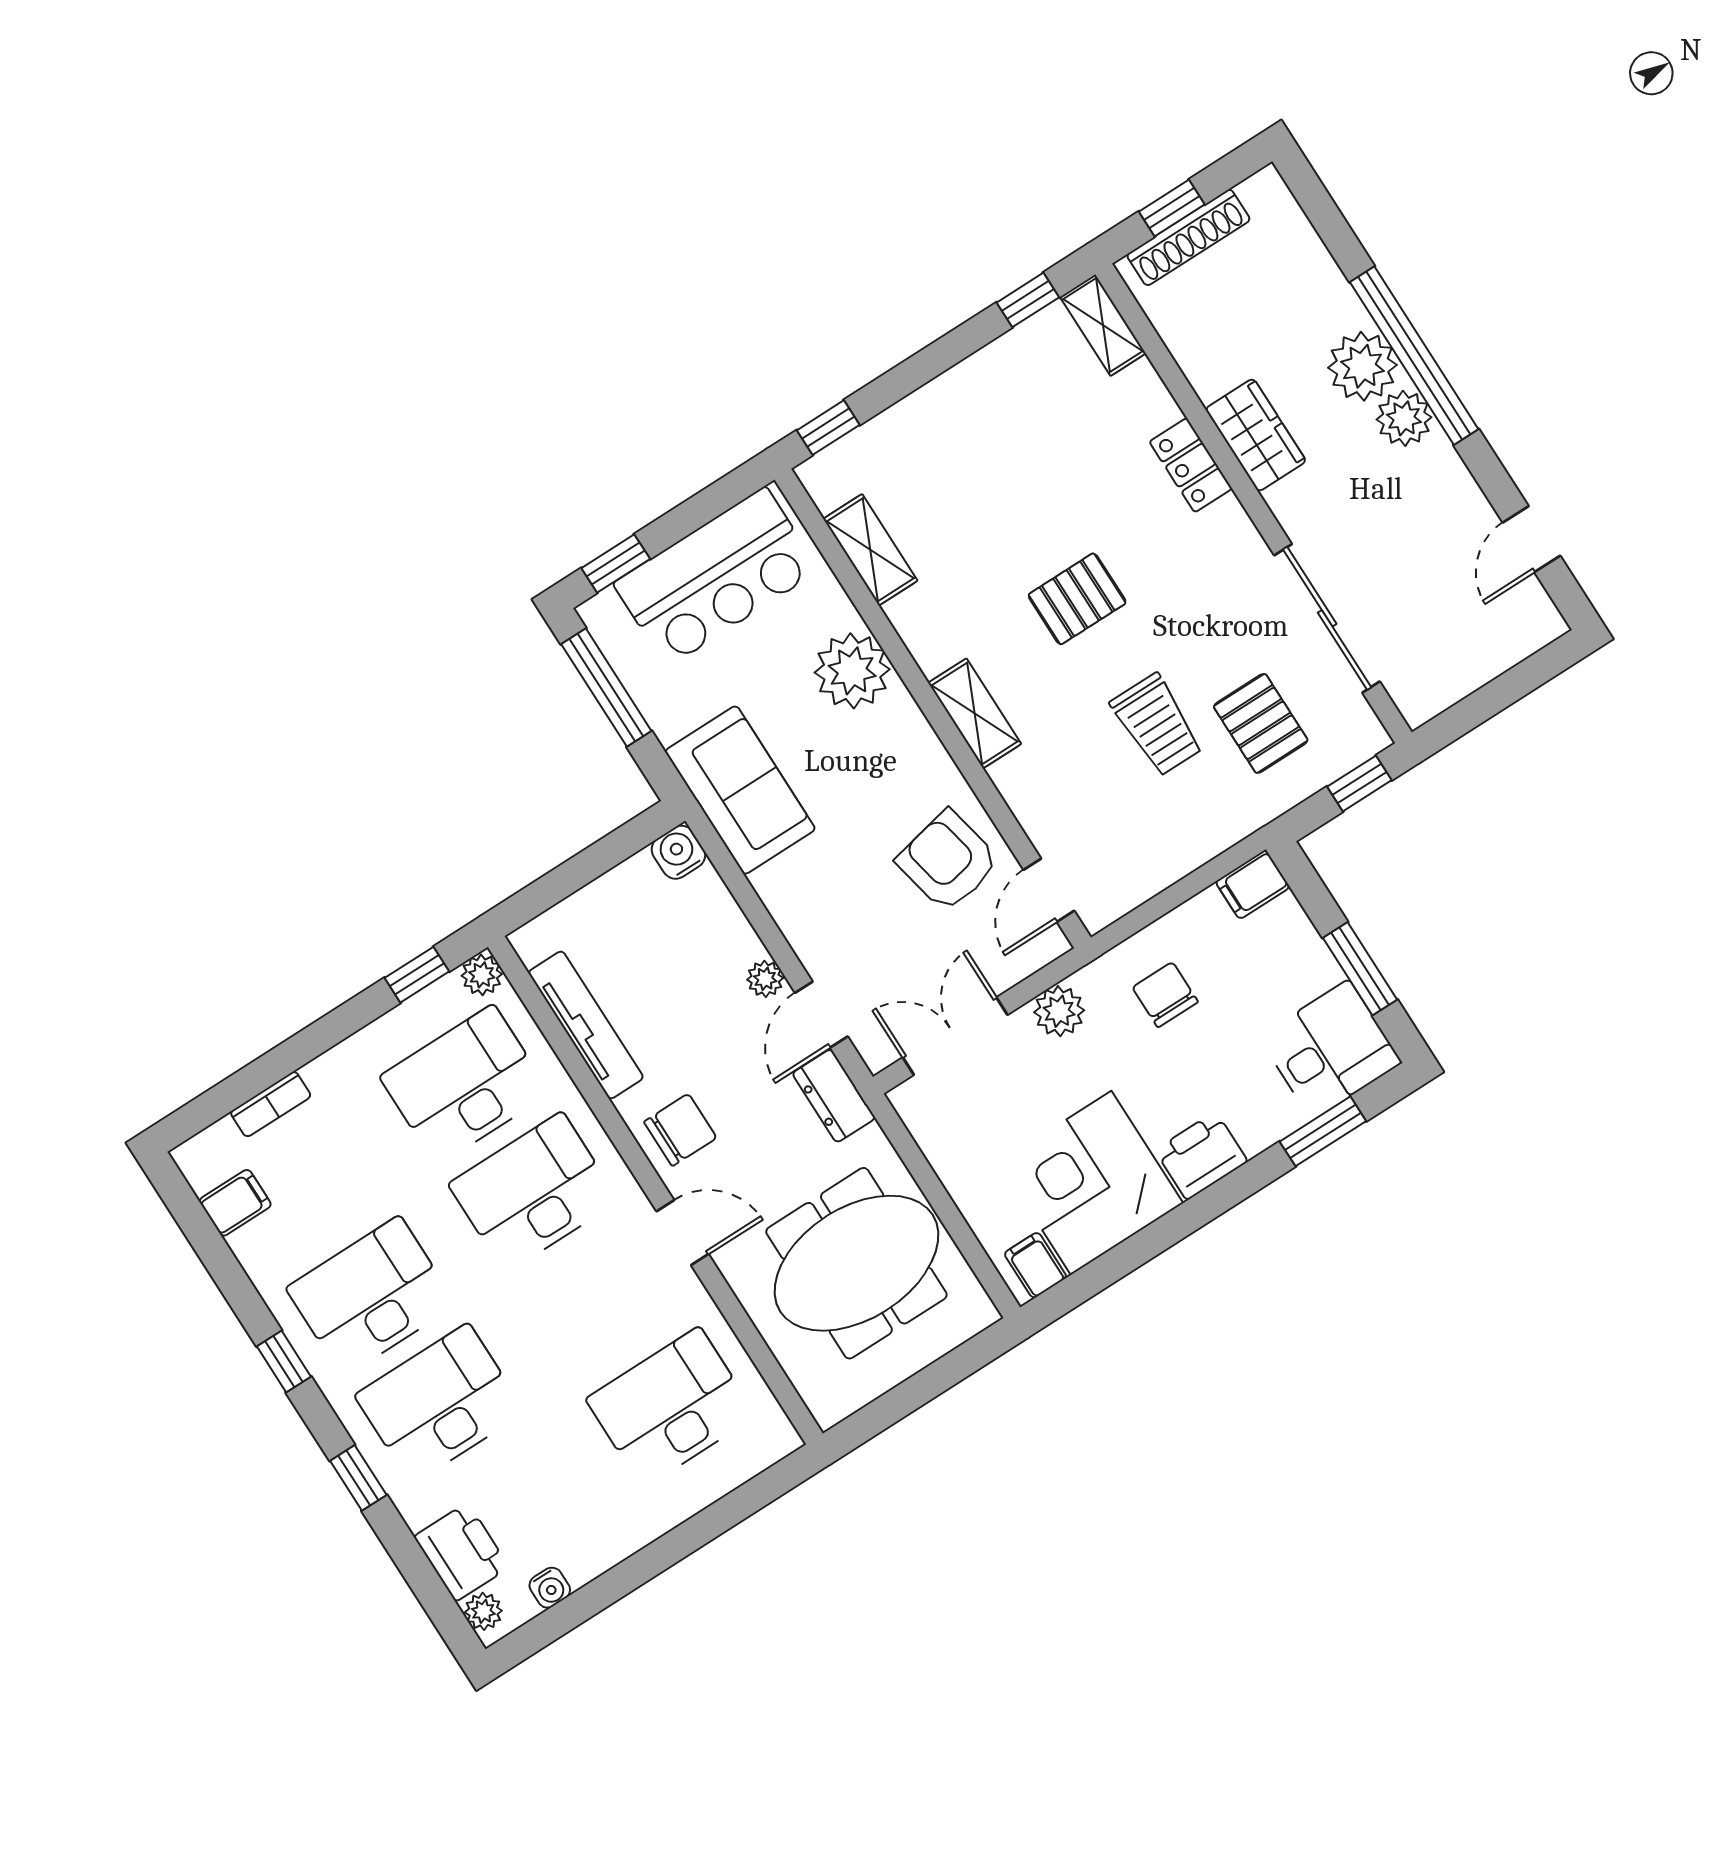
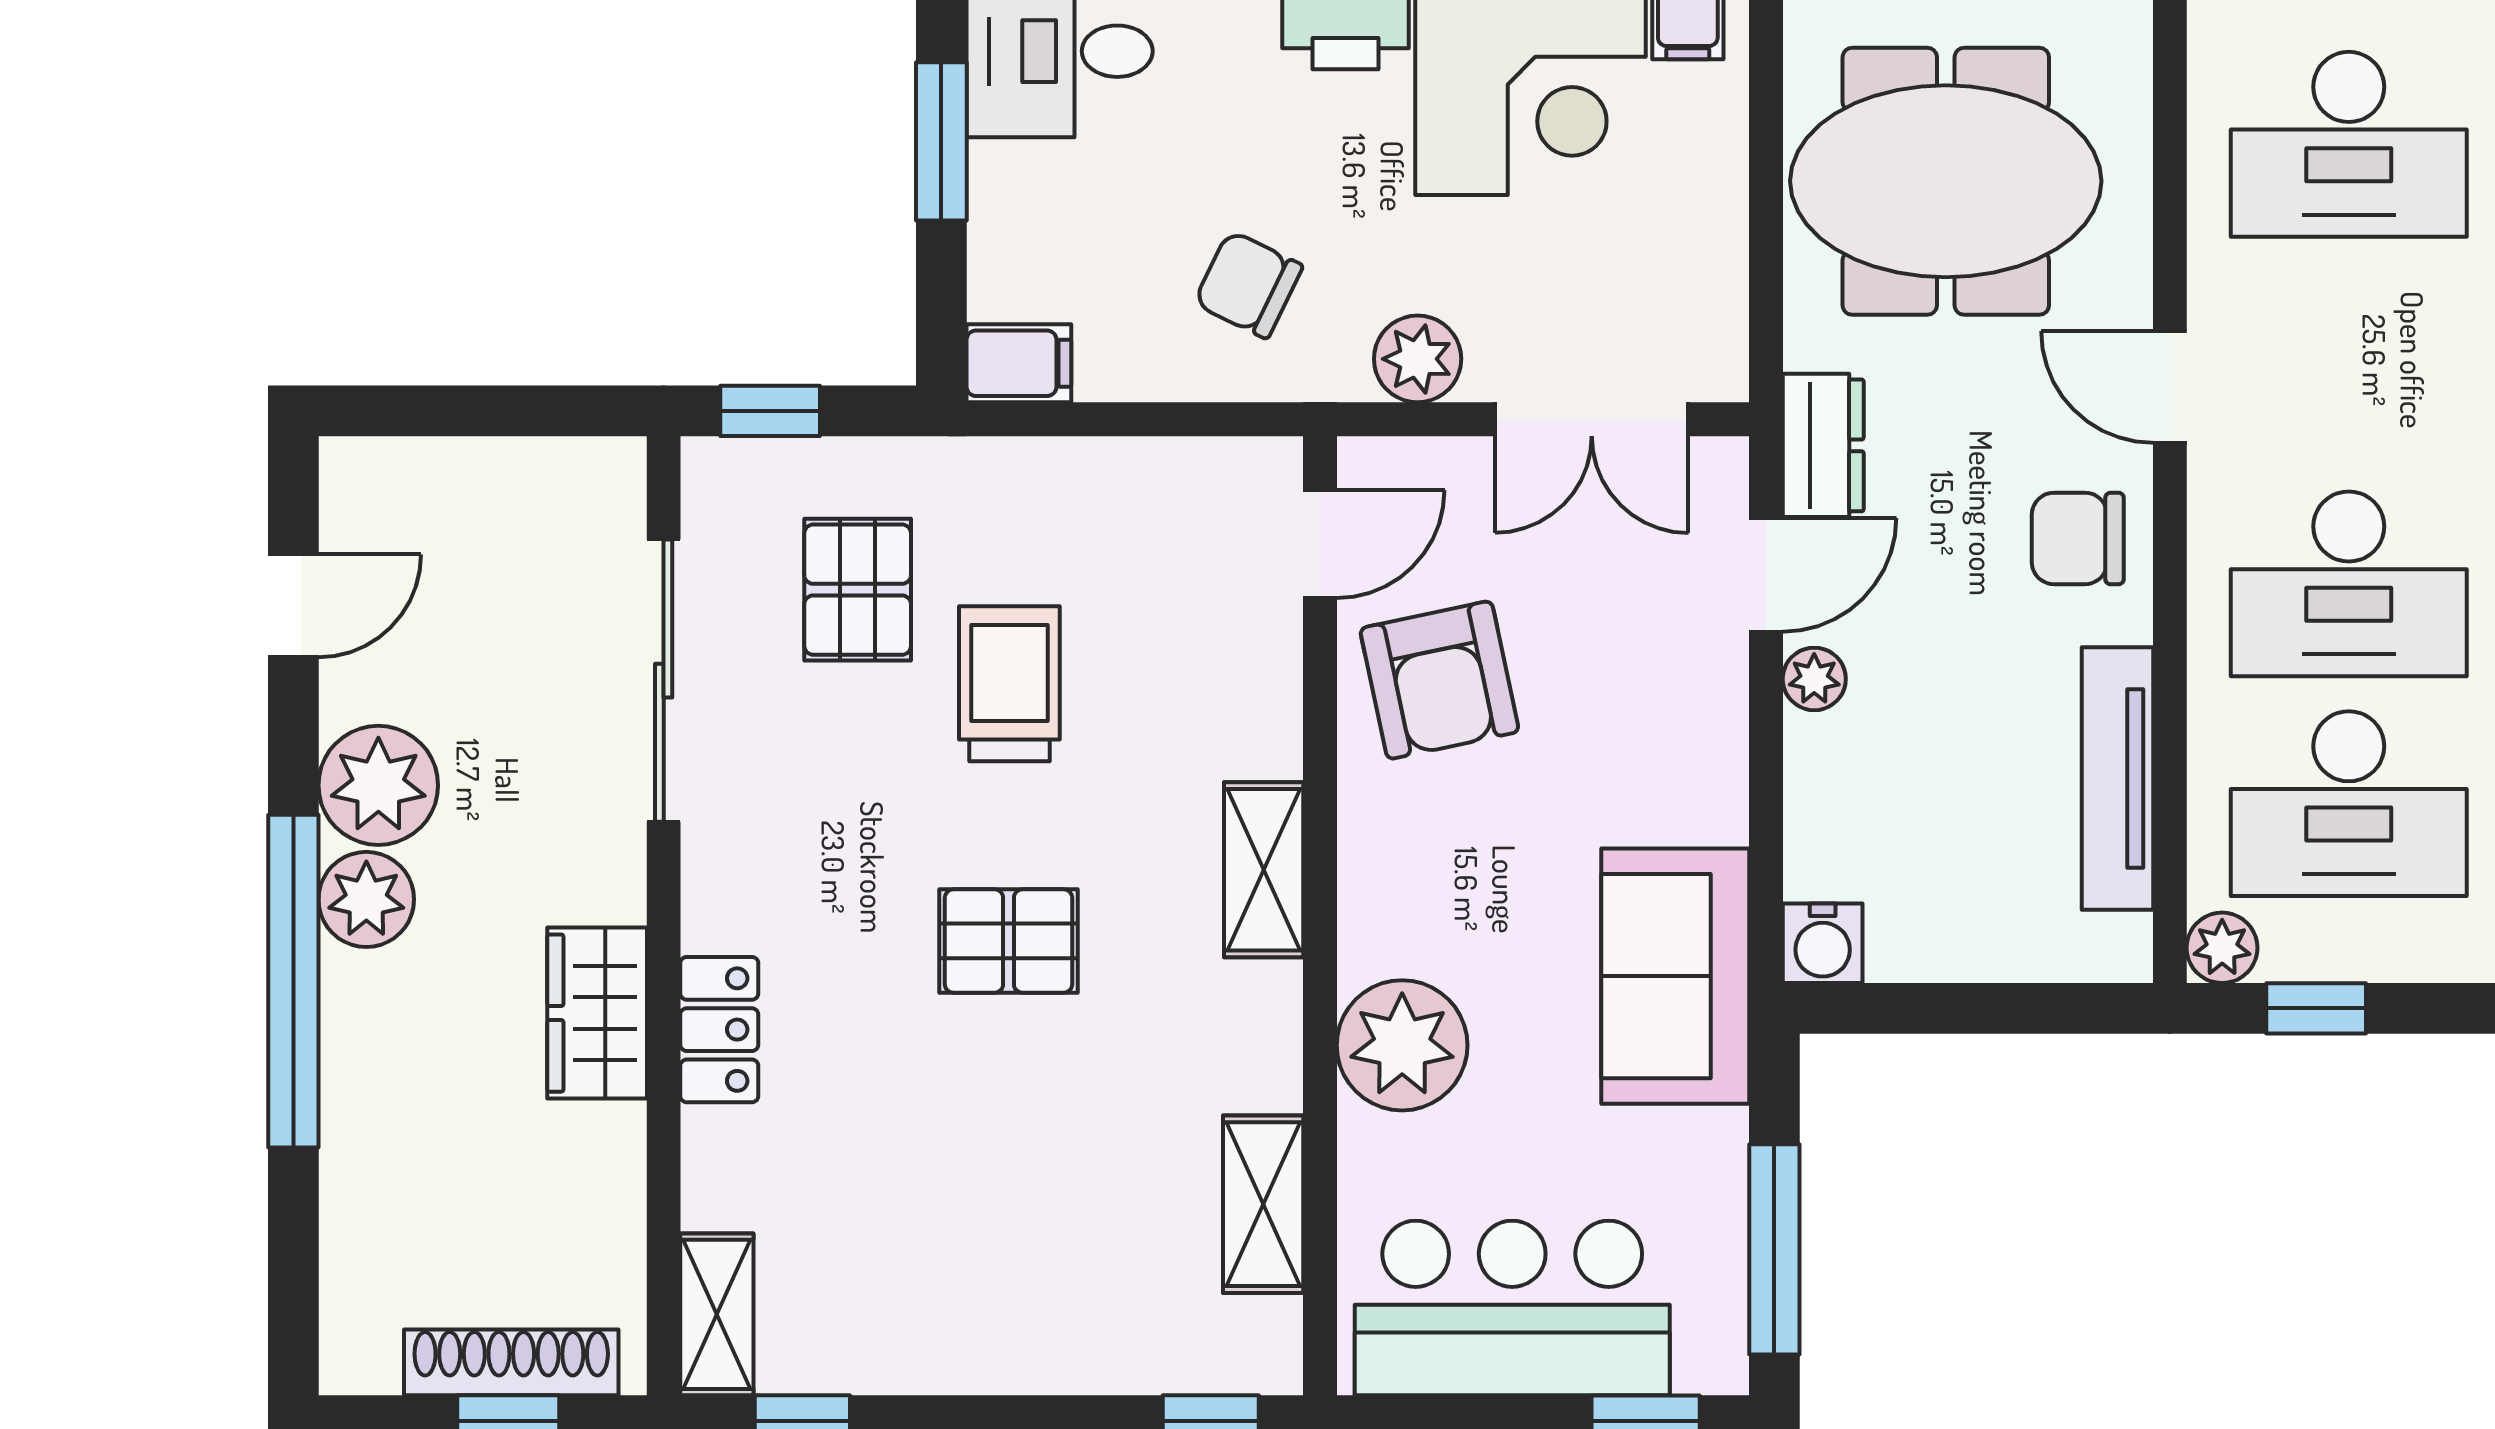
plant: (1362, 366) -> (378, 785), moved
chair: (1165, 995) -> (1248, 285), turned 116

